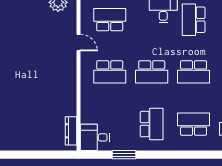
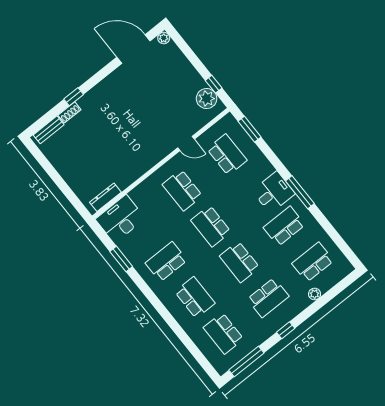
door: (79, 43) -> (186, 143), hinge flipped
school desk: (152, 124) -> (166, 262), turned 180
desk: (95, 137) -> (120, 219), width x1.37

